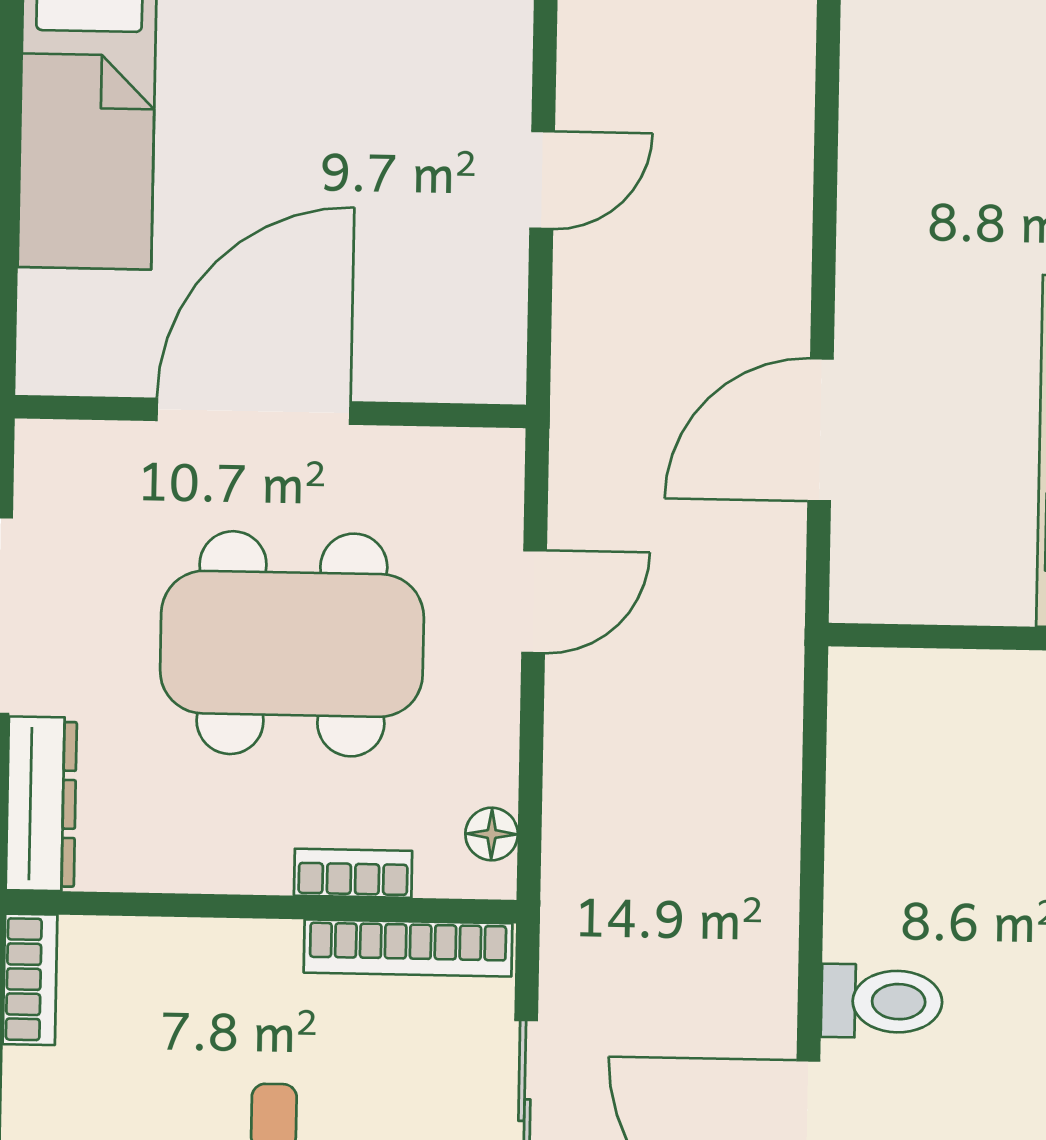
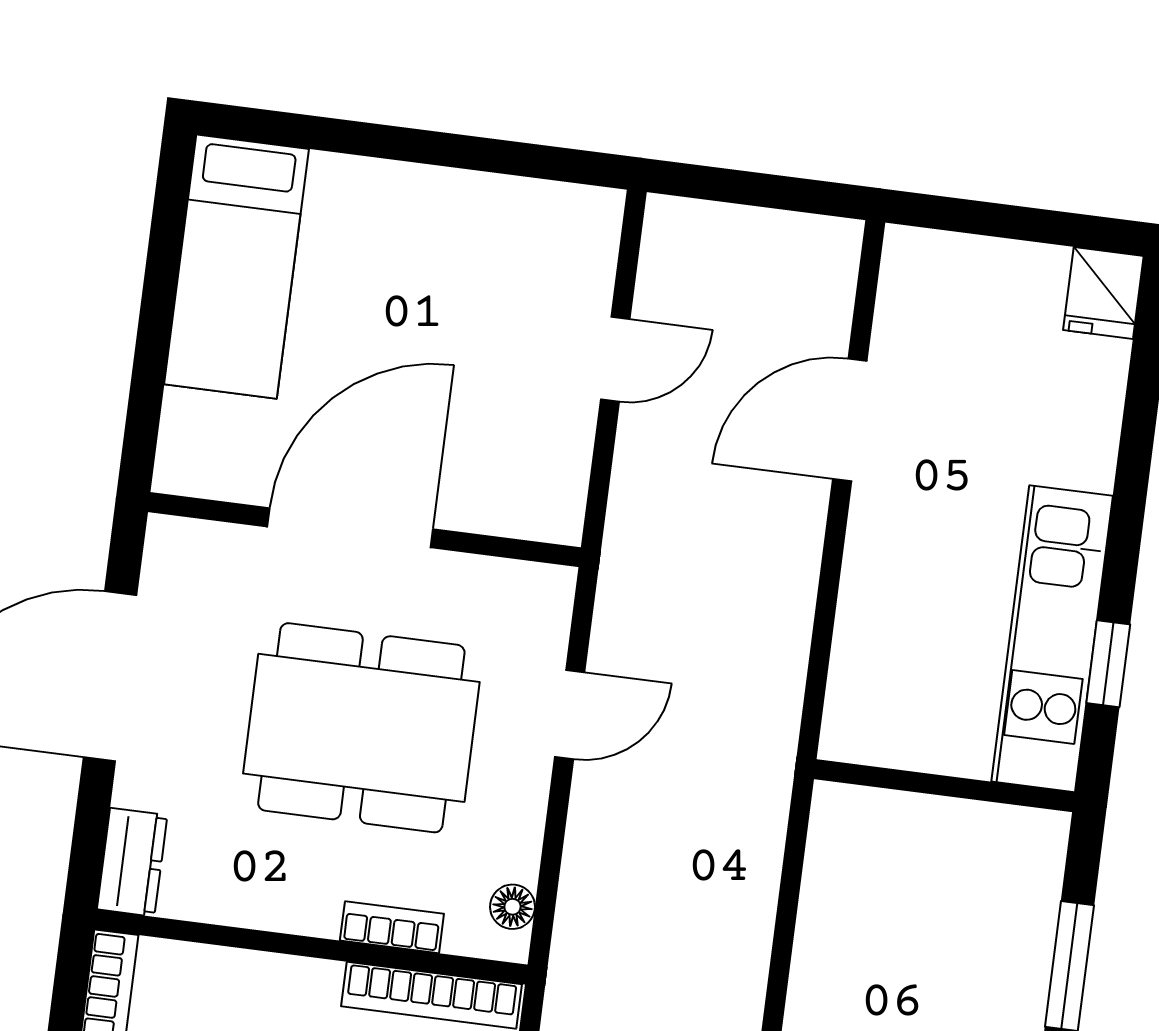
door: (821, 430) -> (850, 420), moved
dresser: (41, 804) -> (132, 862), width x0.70

